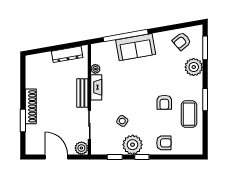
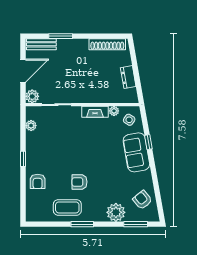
window: (126, 36) -> (148, 142), width x0.32
dresser: (67, 54) -> (128, 77), width x0.70
bench: (82, 93) -> (41, 44), moved
shoe rack: (31, 106) -> (107, 44), moved
side table: (122, 121) -> (129, 120), moved
plant: (133, 145) -> (31, 126), moved, width x0.53, depth x0.53
window: (115, 157) -> (23, 131), removed

